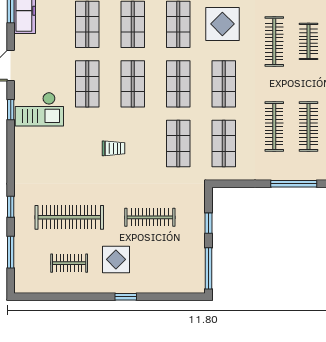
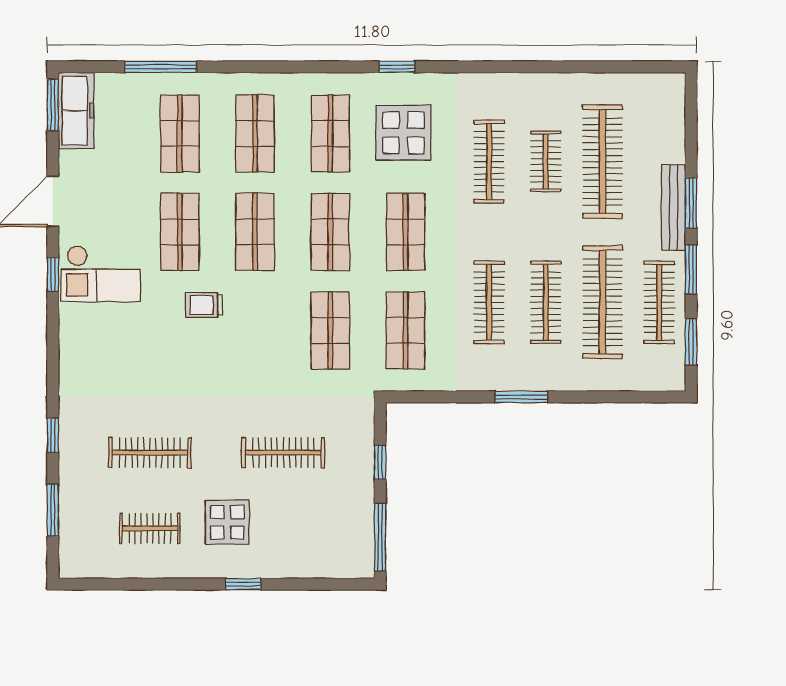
trolley: (114, 148) -> (204, 305), moved, turned 180
window: (294, 184) -> (521, 397), width x0.69
clothes rail: (69, 217) -> (150, 453), width x0.73, depth x0.76

